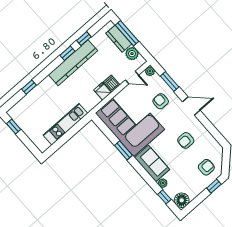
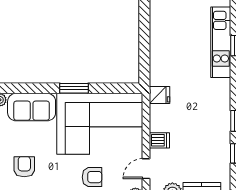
kitchen counter: (73, 63) -> (220, 118), removed
fridge: (103, 91) -> (160, 95), moved
kitchen unit: (65, 124) -> (221, 42), moved, turned 180

